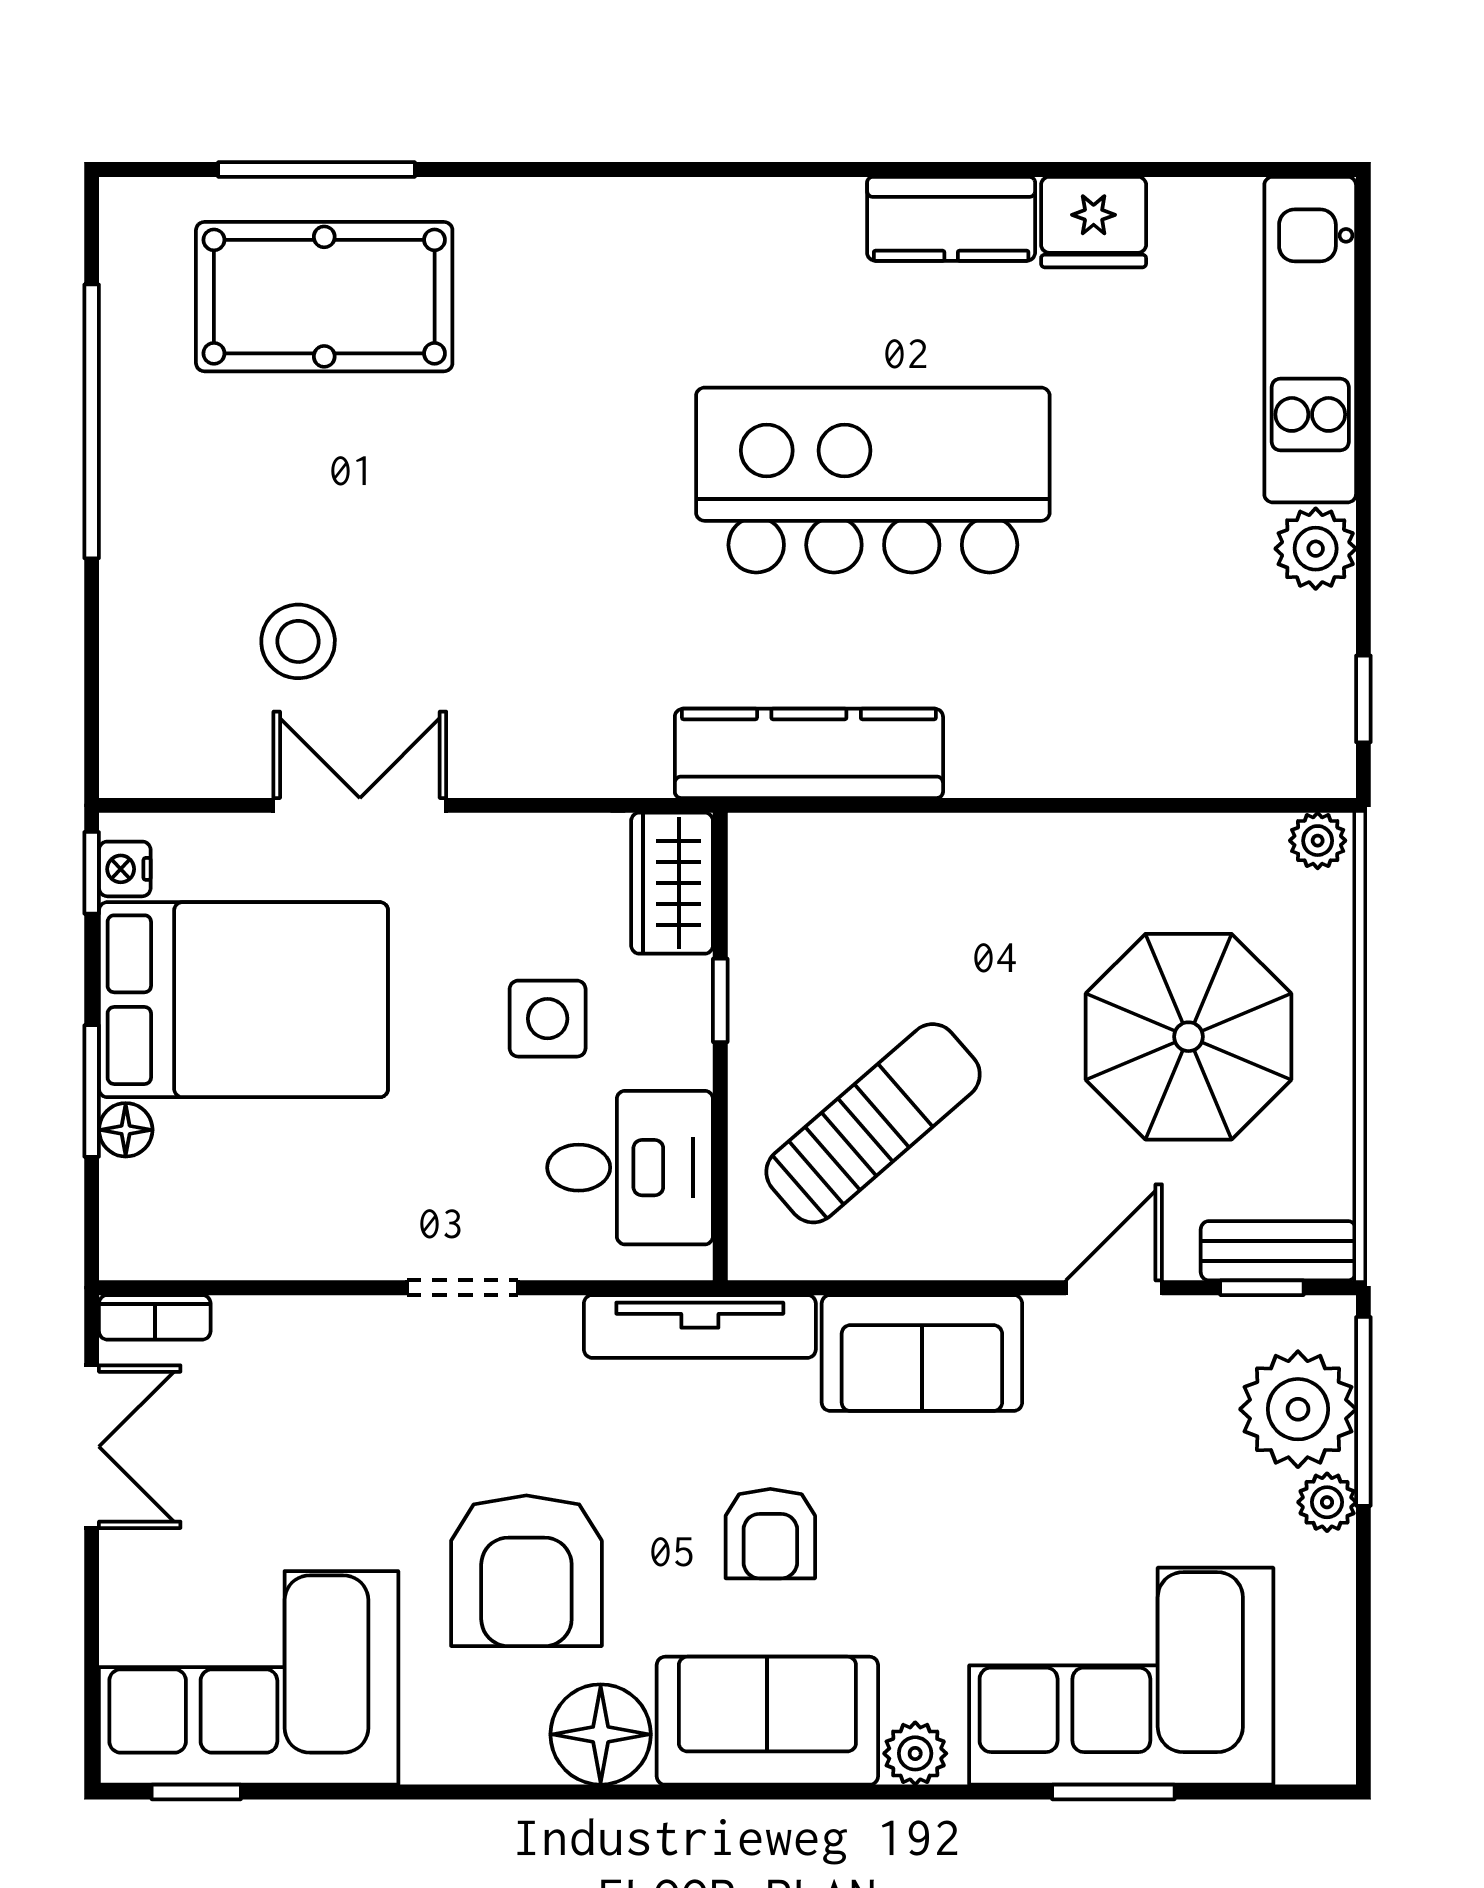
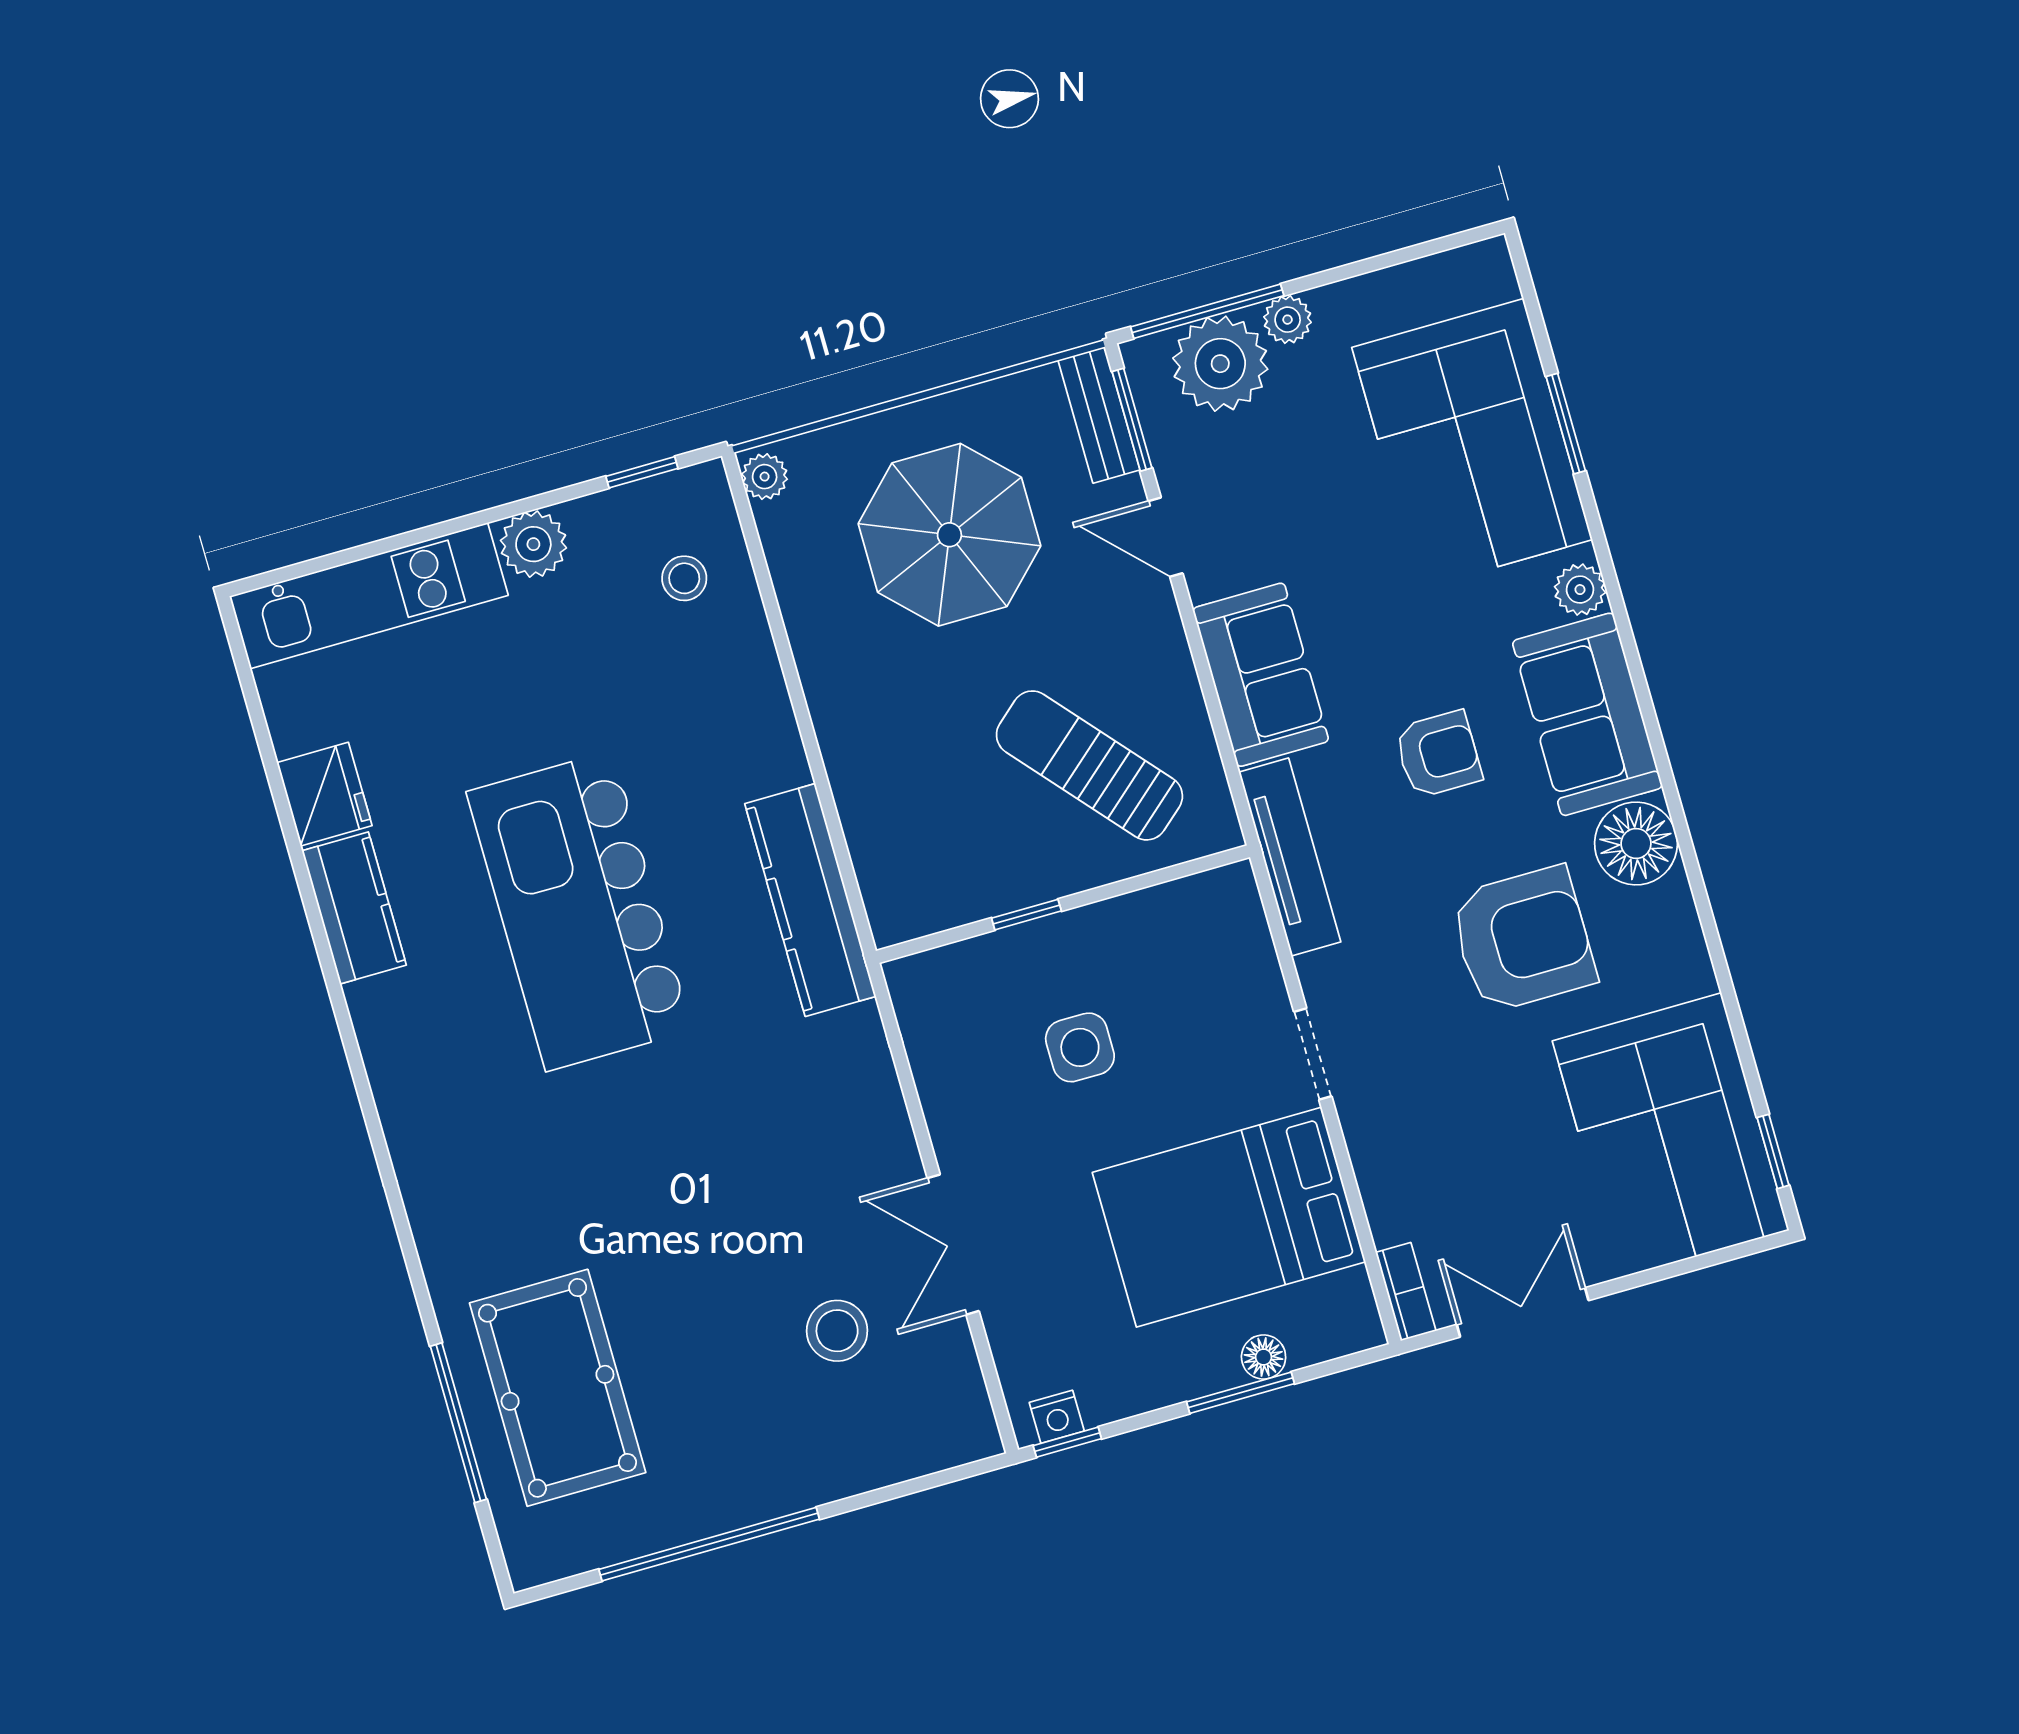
stool: (1226, 713) -> (684, 578), added
wardrobe: (672, 883) -> (944, 979), removed
bed: (243, 1000) -> (1229, 1217), moved, turned -90
desk: (630, 1168) -> (1180, 948), removed
window: (1262, 1288) -> (1132, 420), width x1.50

